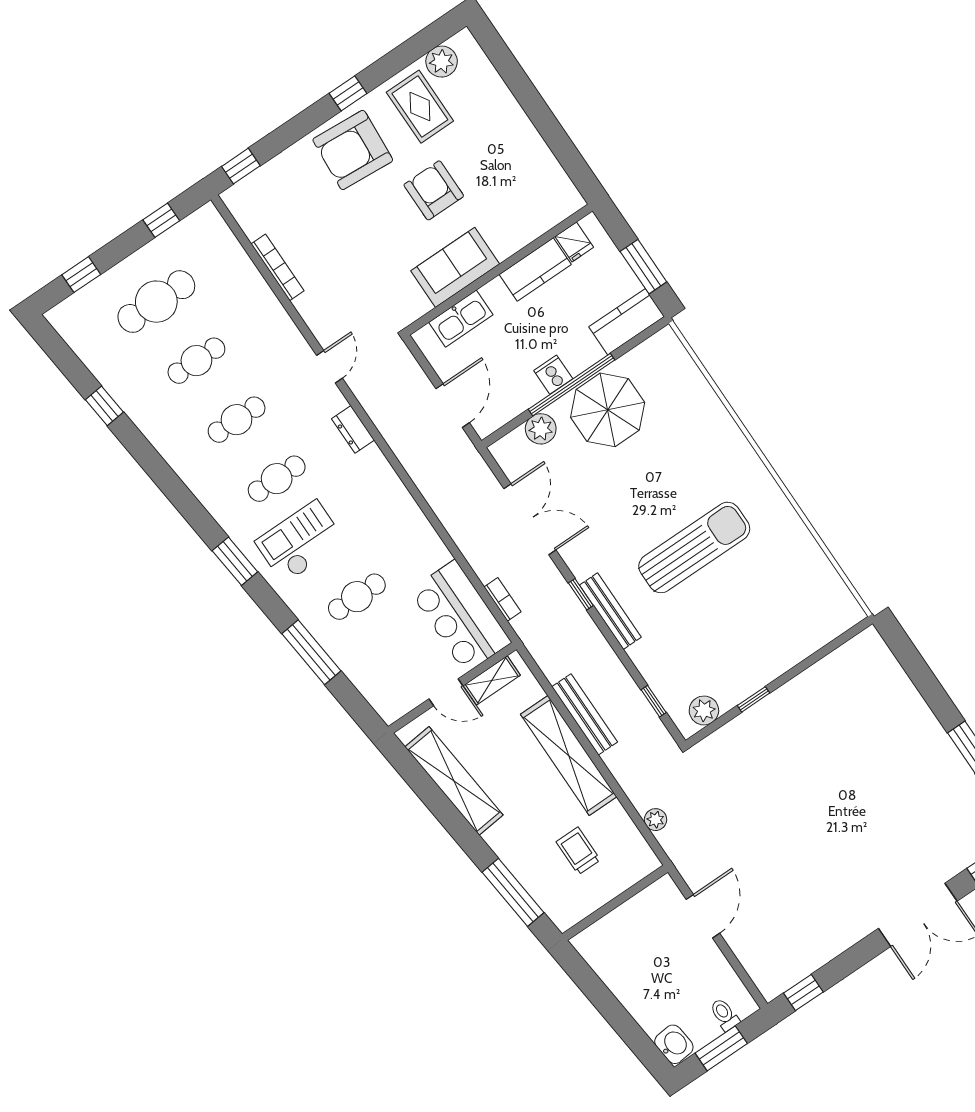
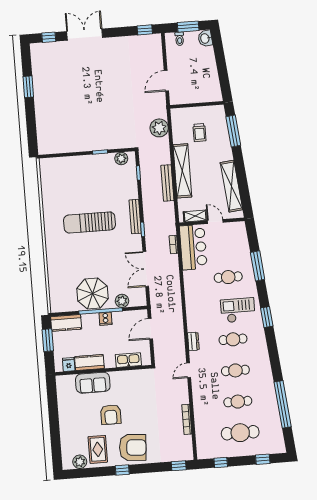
sofa: (455, 267) -> (93, 383), moved
window: (104, 406) -> (283, 404), width x3.17
checkout: (300, 542) -> (238, 310), turned 180
plant: (656, 820) -> (159, 128), width x1.88, depth x1.88

